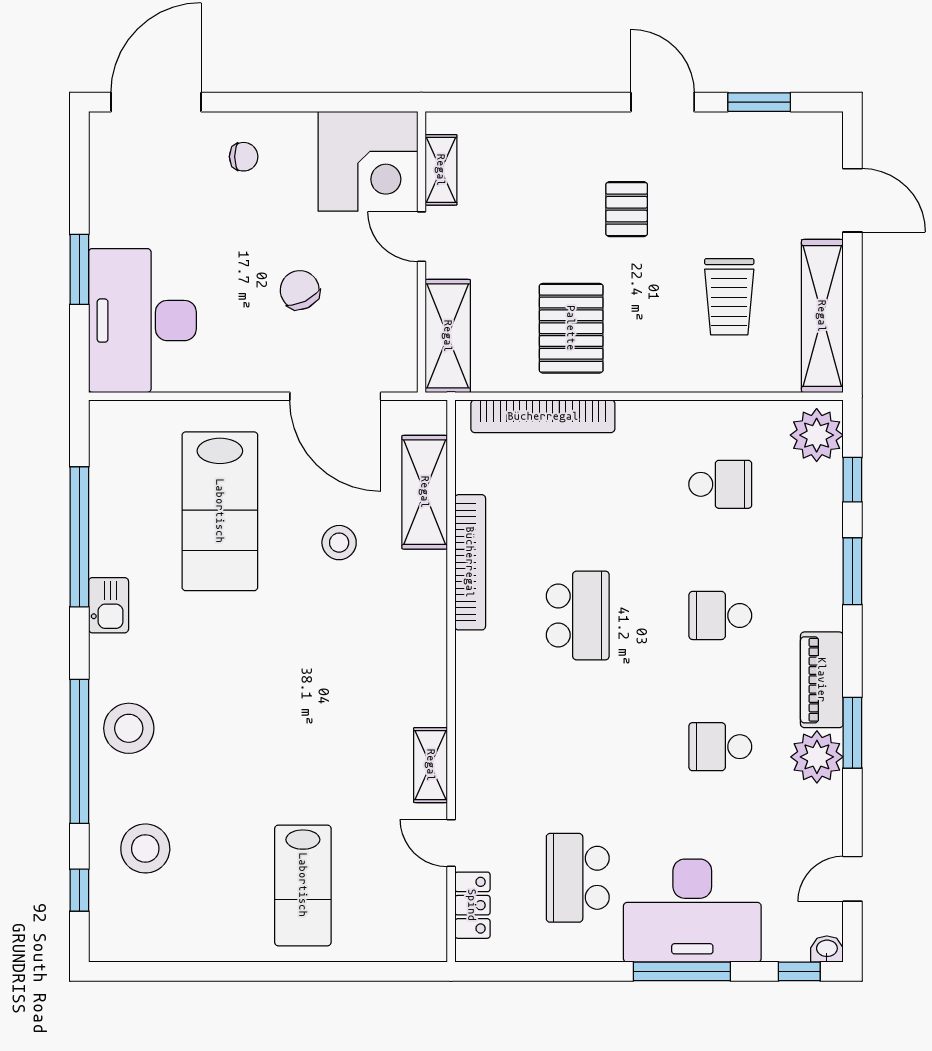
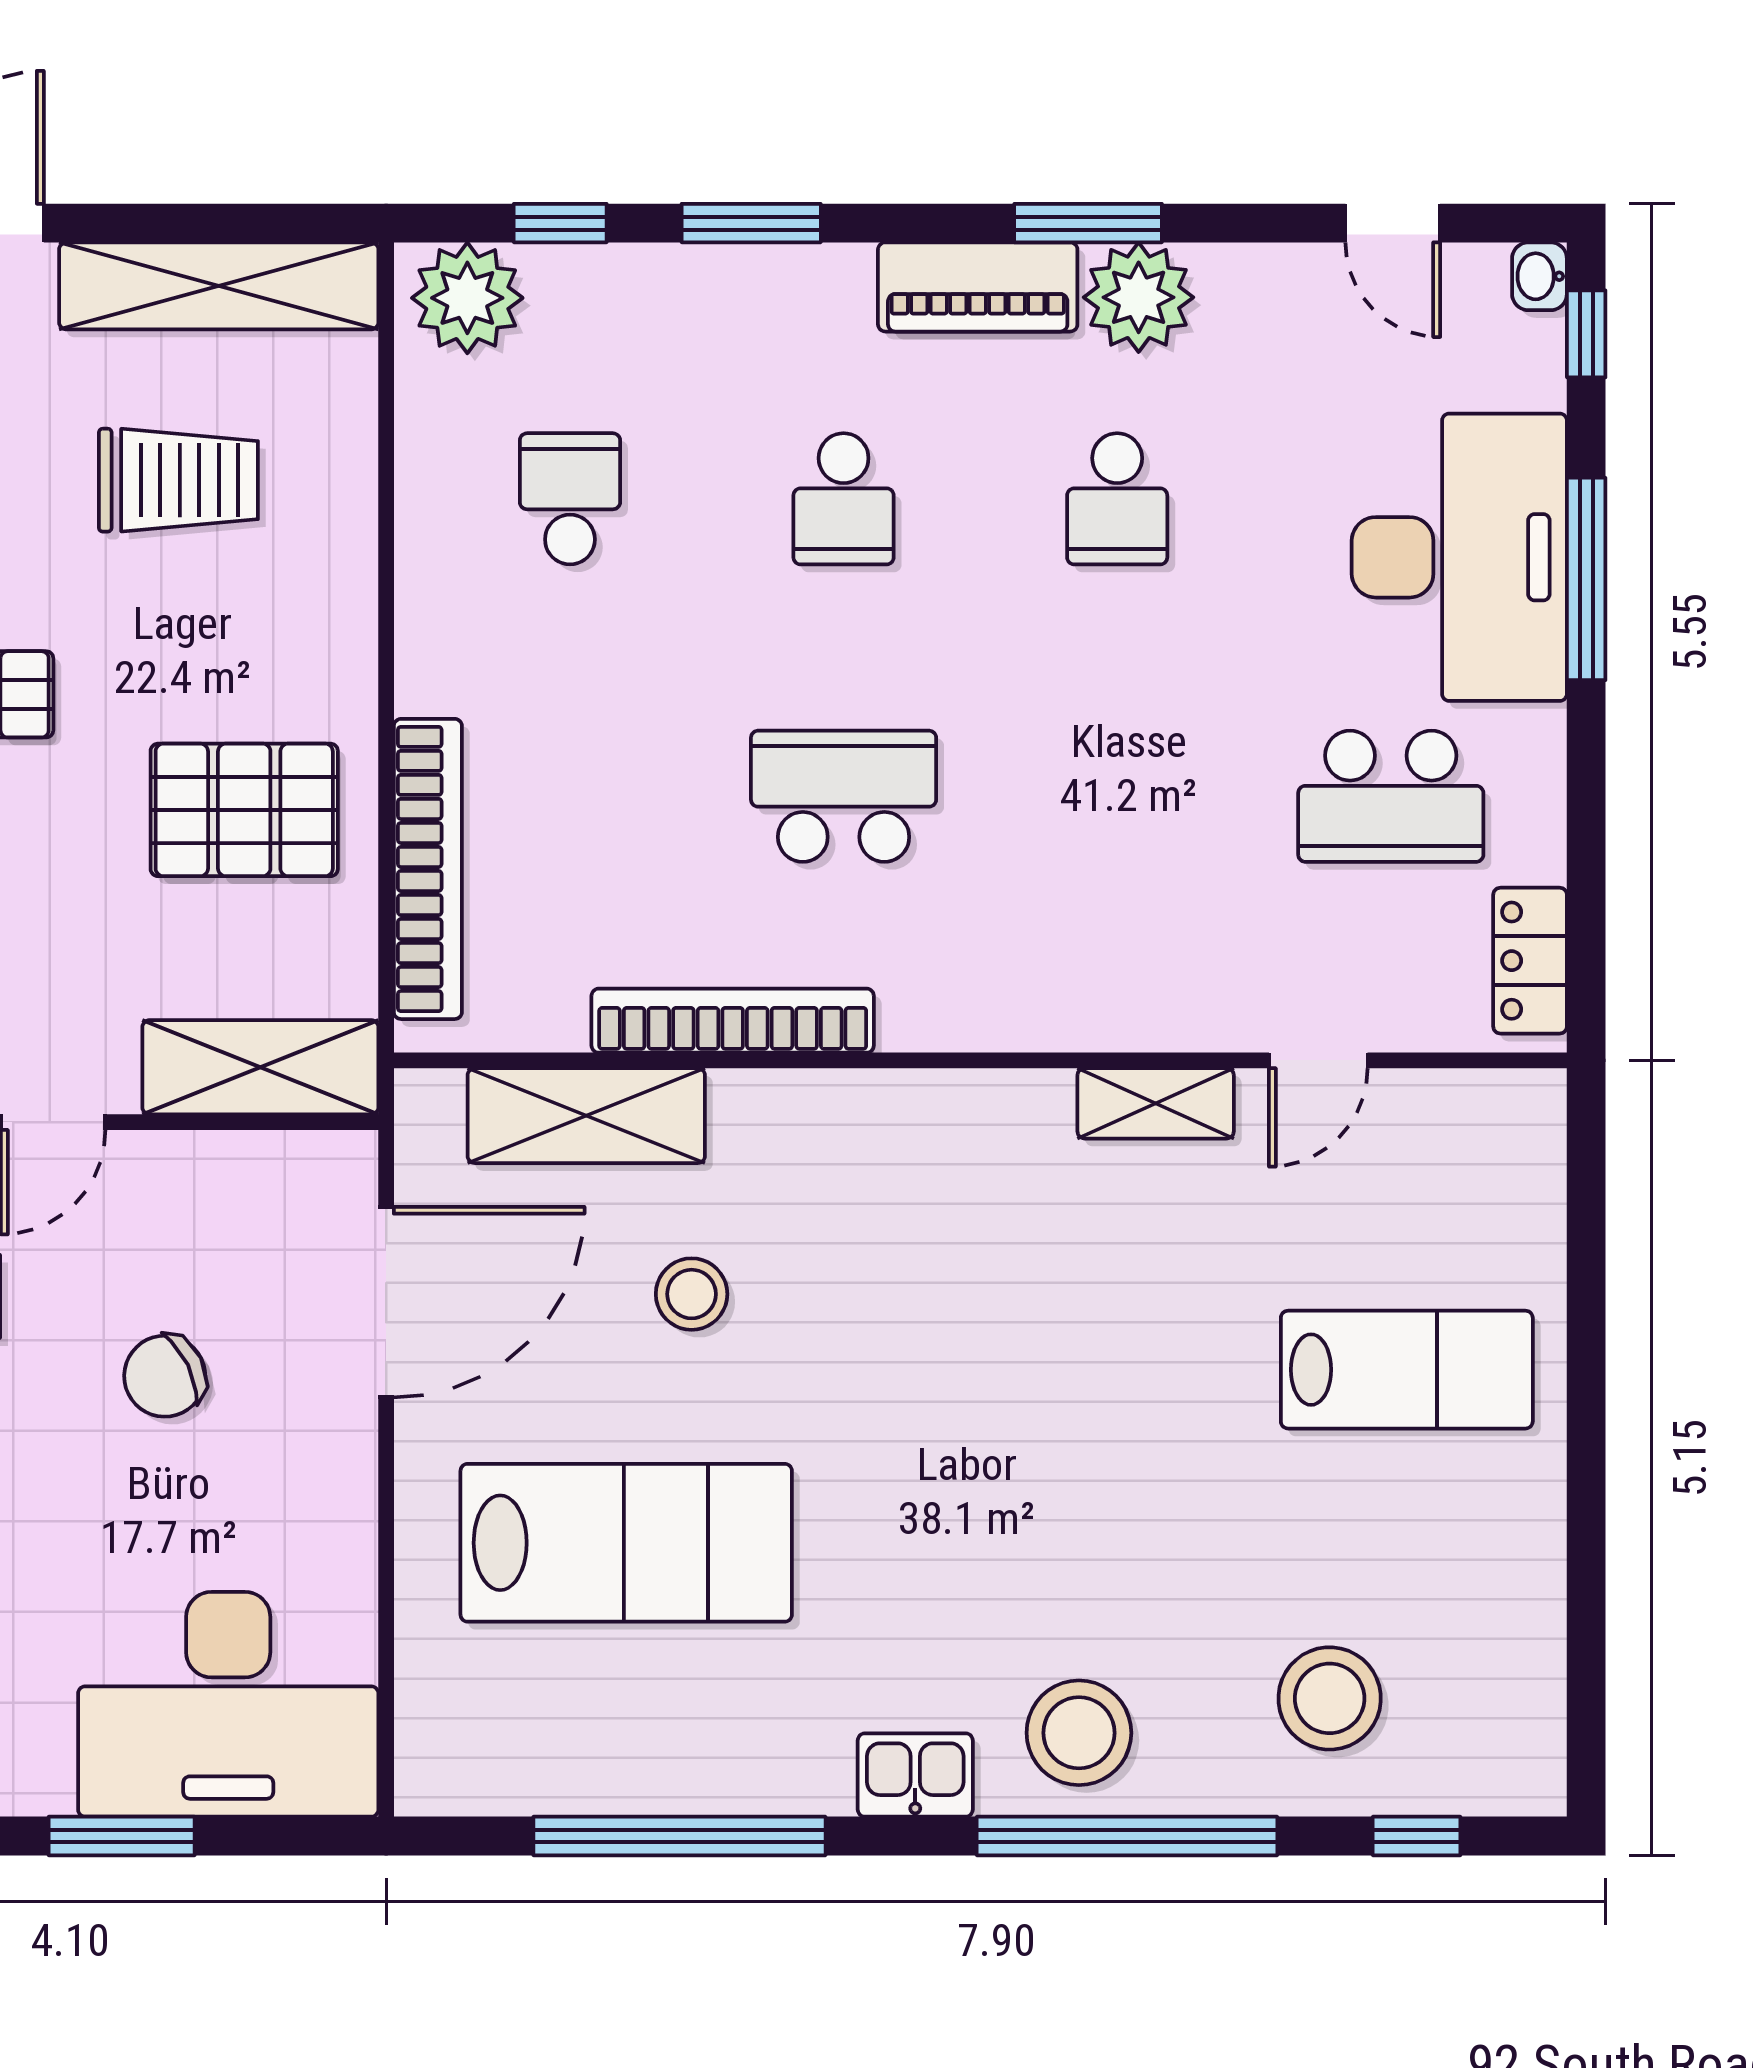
kitchen sink: (109, 605) -> (915, 1775), moved
locker: (472, 905) -> (1530, 961), moved, turned -90

